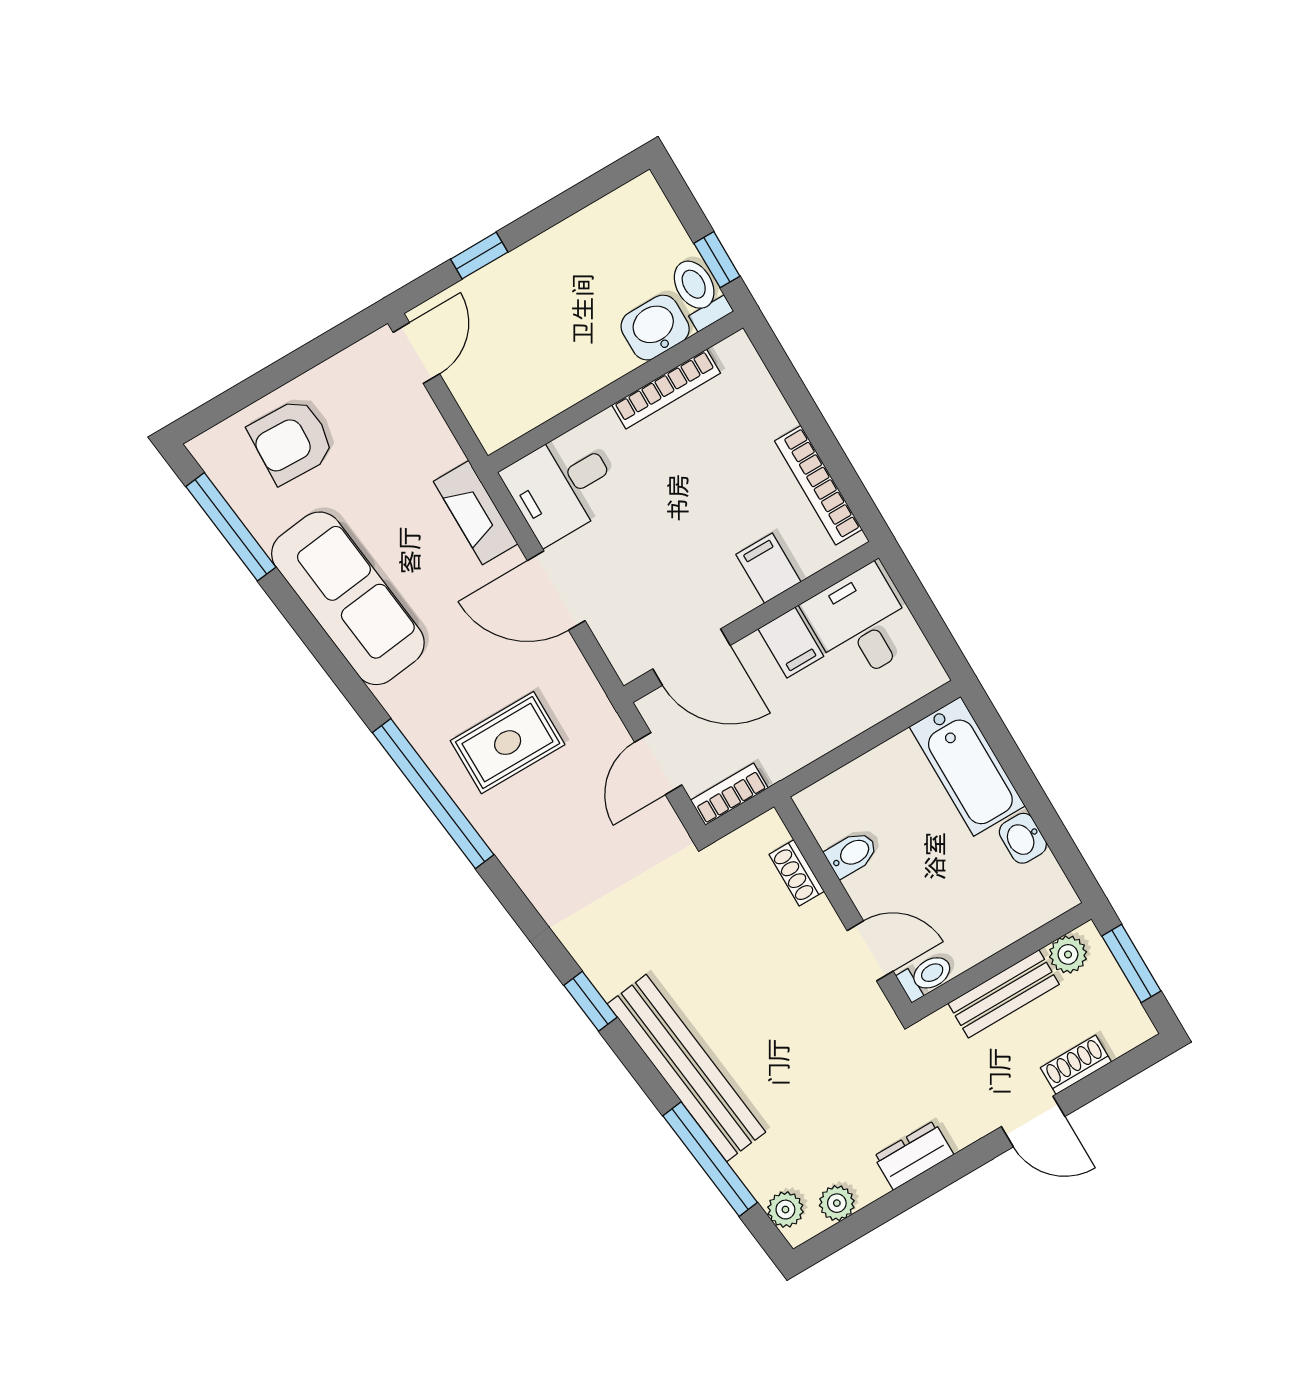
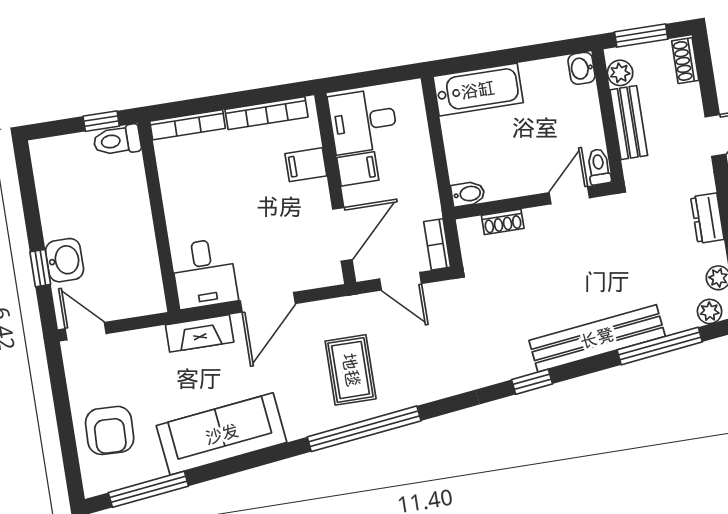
washbasin: (655, 328) -> (65, 260), moved, turned 180
bookcase: (666, 389) -> (188, 125), moved, turned 90
washbasin: (1023, 838) -> (581, 68), moved, turned 90
bidet: (852, 854) -> (468, 194), moved, turned 90
shoe rack: (1076, 1065) -> (685, 61), moved

